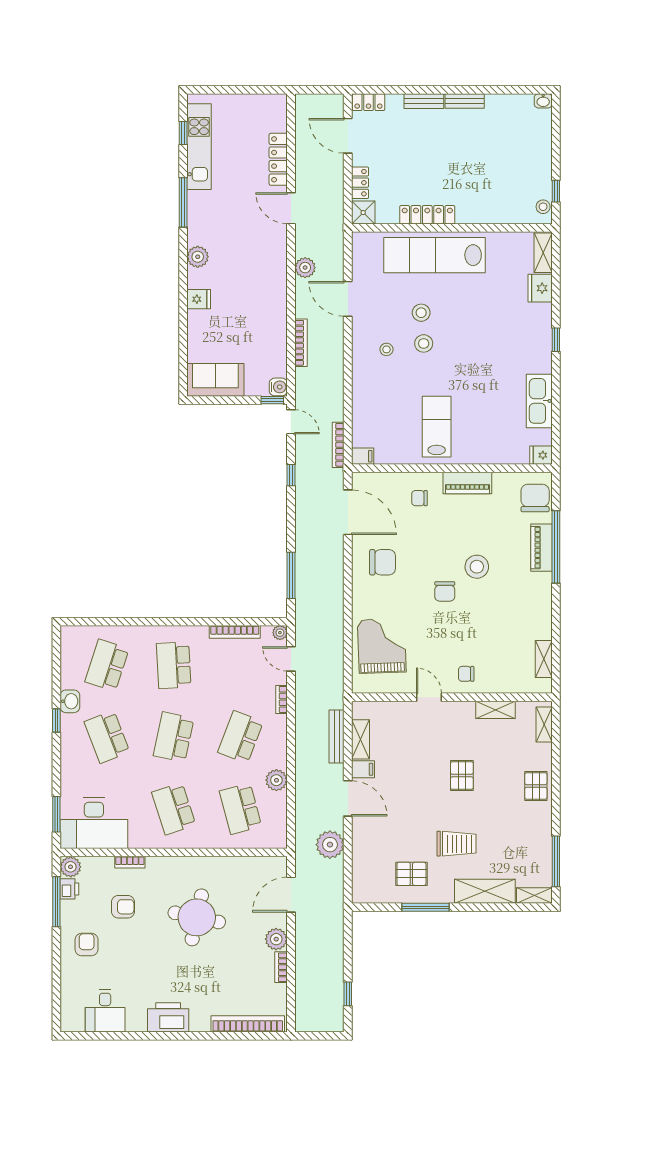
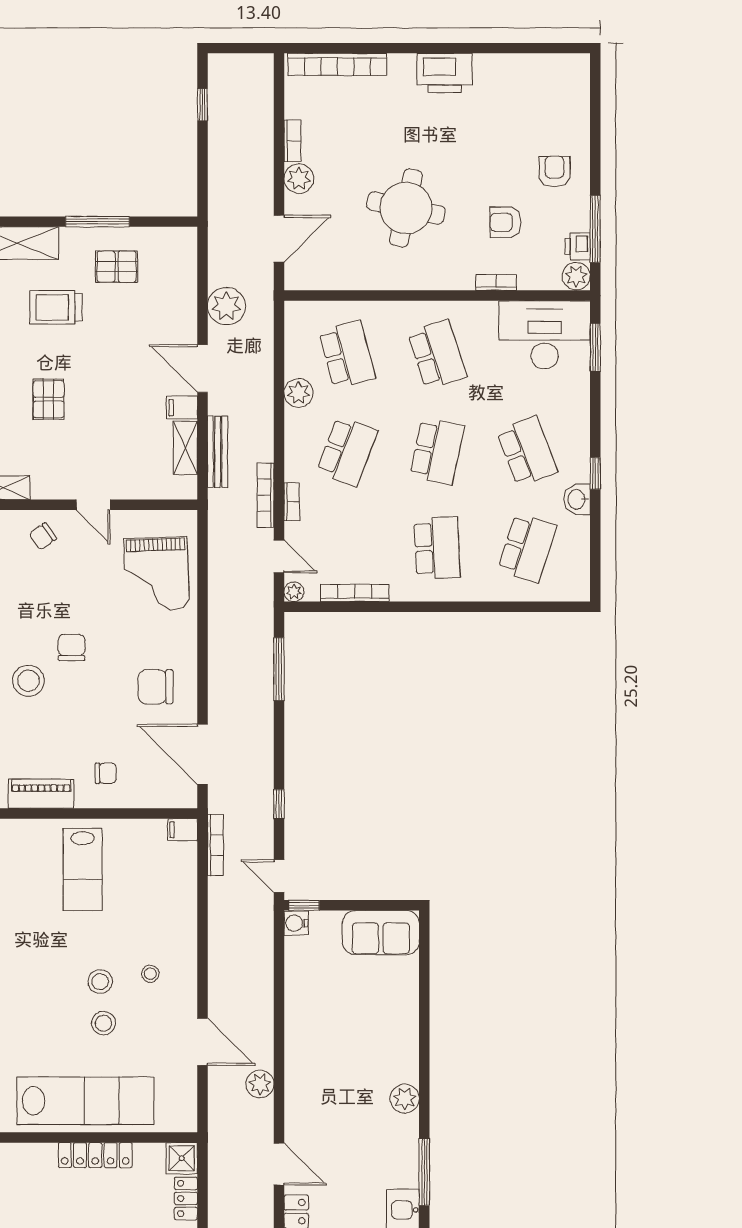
fridge: (199, 299) -> (403, 1041), removed
bookcase: (301, 343) -> (266, 495), moved
chair: (466, 674) -> (43, 536), turned 145
armchair: (87, 944) -> (555, 171), turned 180
desk: (105, 1011) -> (530, 82), removed

